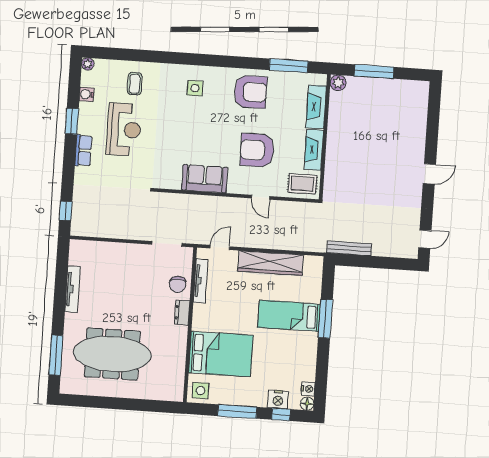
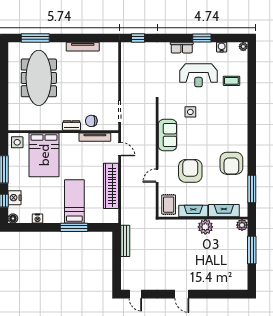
side table: (195, 88) -> (190, 112), moved
plant: (337, 134) -> (205, 227), added
nightstand: (308, 389) -> (37, 219), moved

